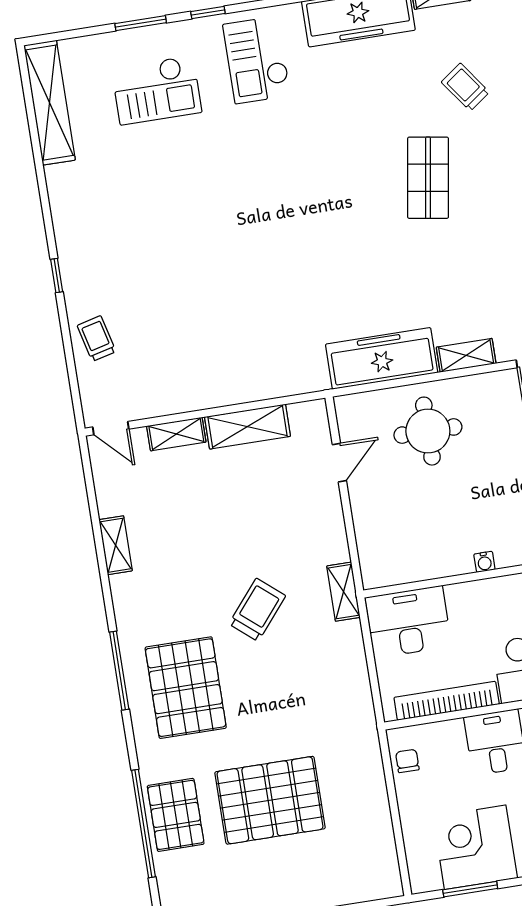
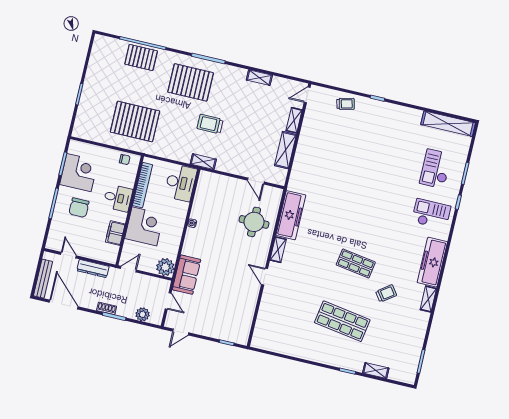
trolley: (257, 610) -> (210, 124), turned 140
pallet: (270, 800) -> (135, 121), moved, turned 90

